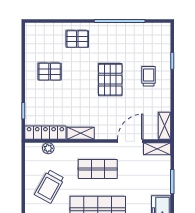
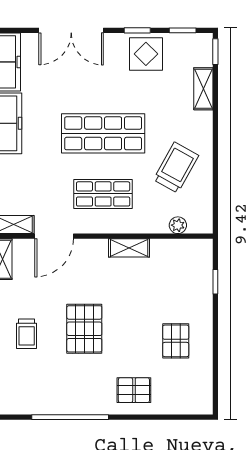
pallet: (50, 72) -> (176, 341), turned 90
locker: (45, 133) -> (182, 249), removed

